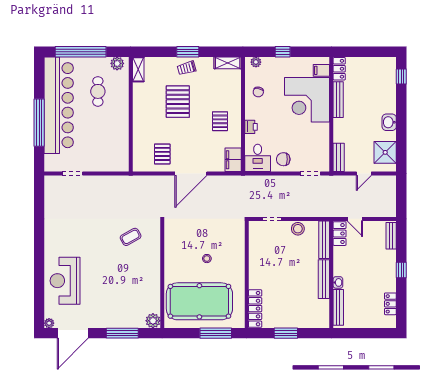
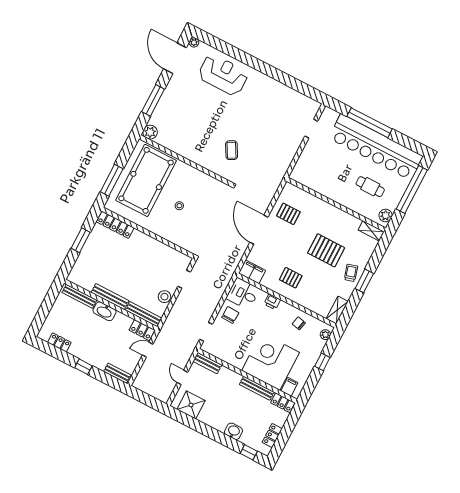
locker: (375, 63) -> (272, 436), added
washbasin: (389, 122) -> (234, 431), moved
washbasin: (338, 282) -> (104, 311), width x1.91, depth x1.45

